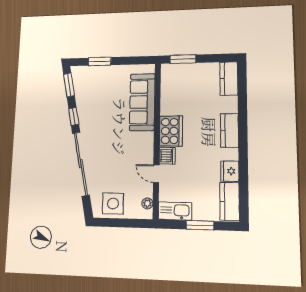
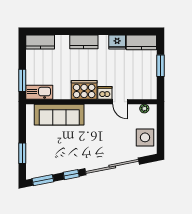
door: (156, 174) -> (120, 102), hinge flipped
kitchen sink: (175, 211) -> (39, 92), moved, turned 90

